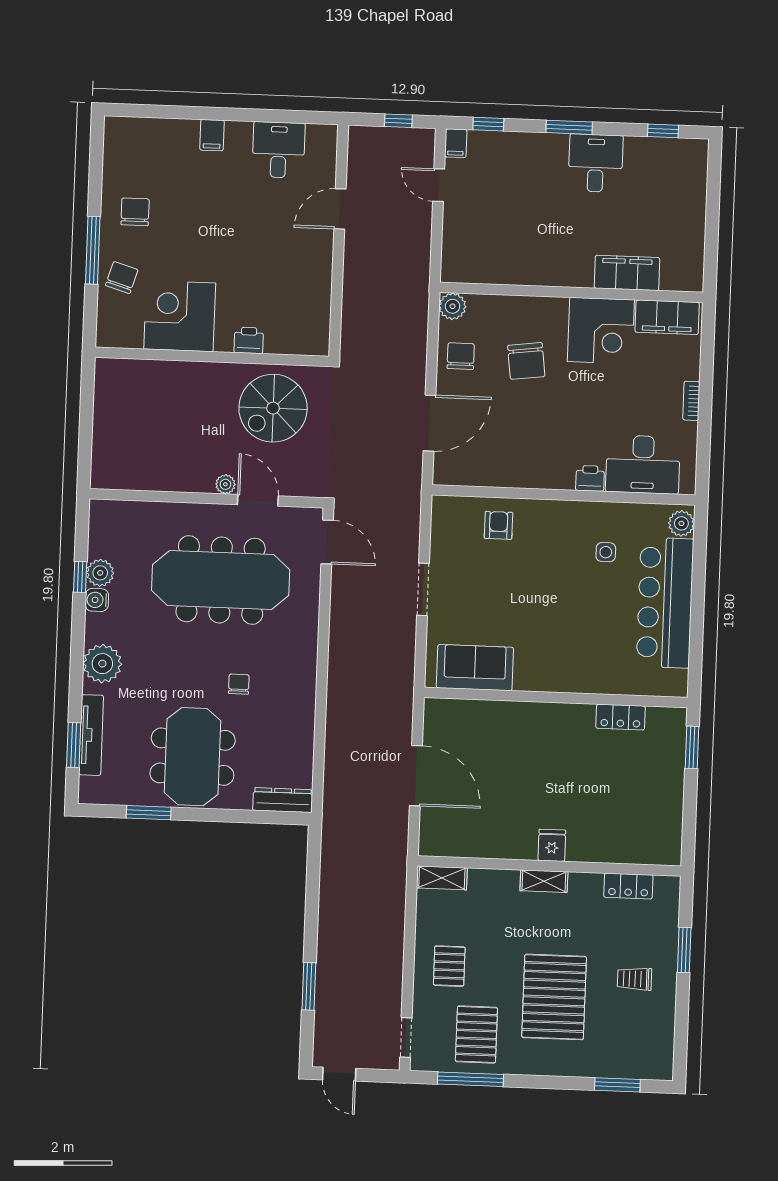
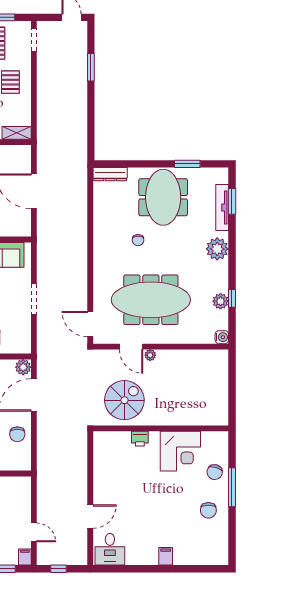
desk: (279, 150) -> (110, 549), moved
plant: (452, 306) -> (23, 367), moved
water cooler: (97, 600) -> (222, 337), moved

